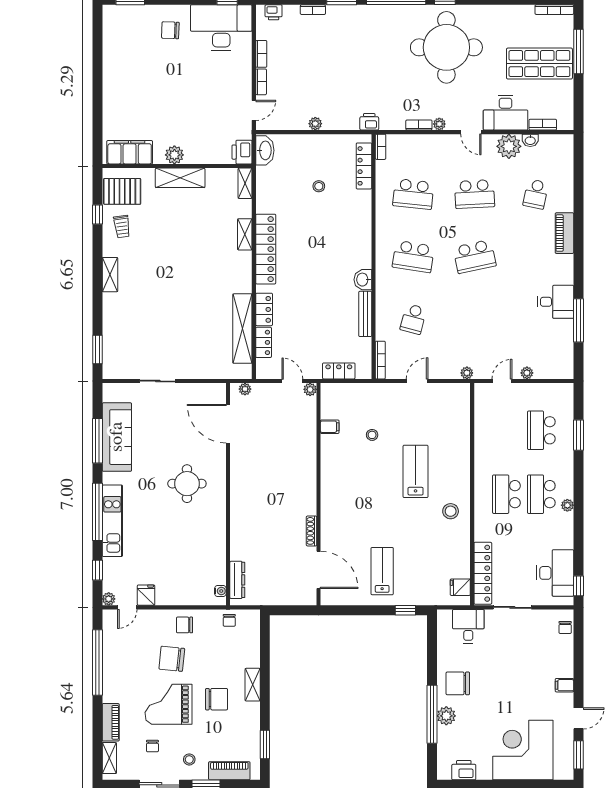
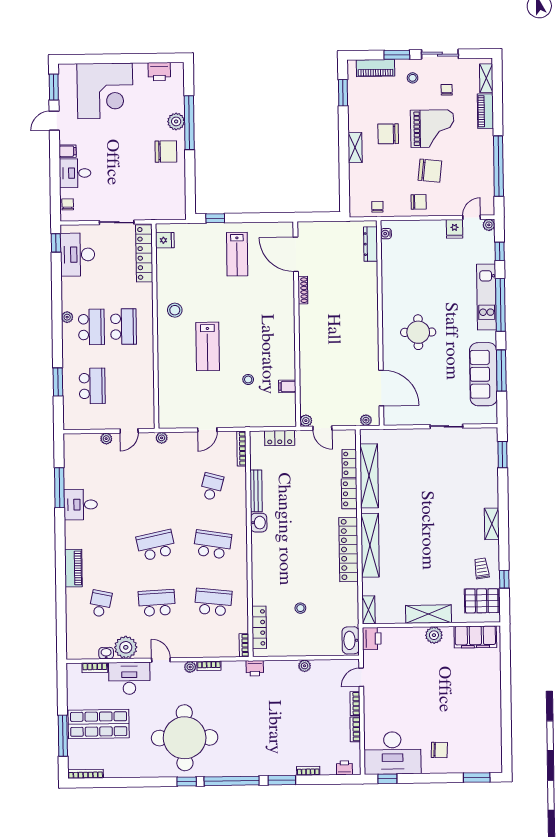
shelving: (245, 234) -> (370, 545), width x2.20, depth x1.33
desk: (468, 626) -> (75, 173), moved, turned 90

